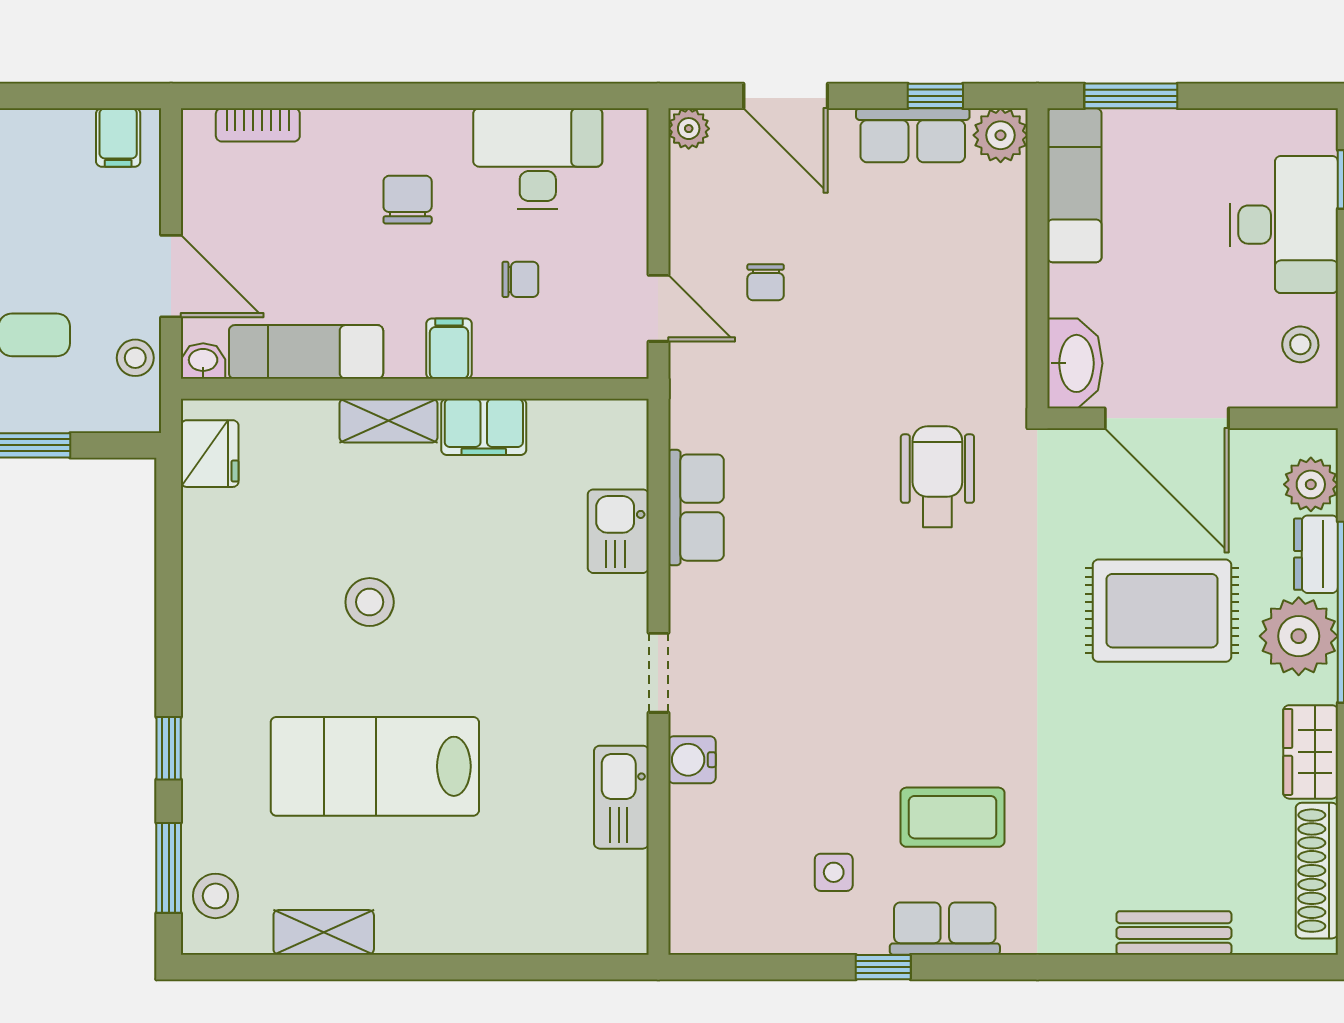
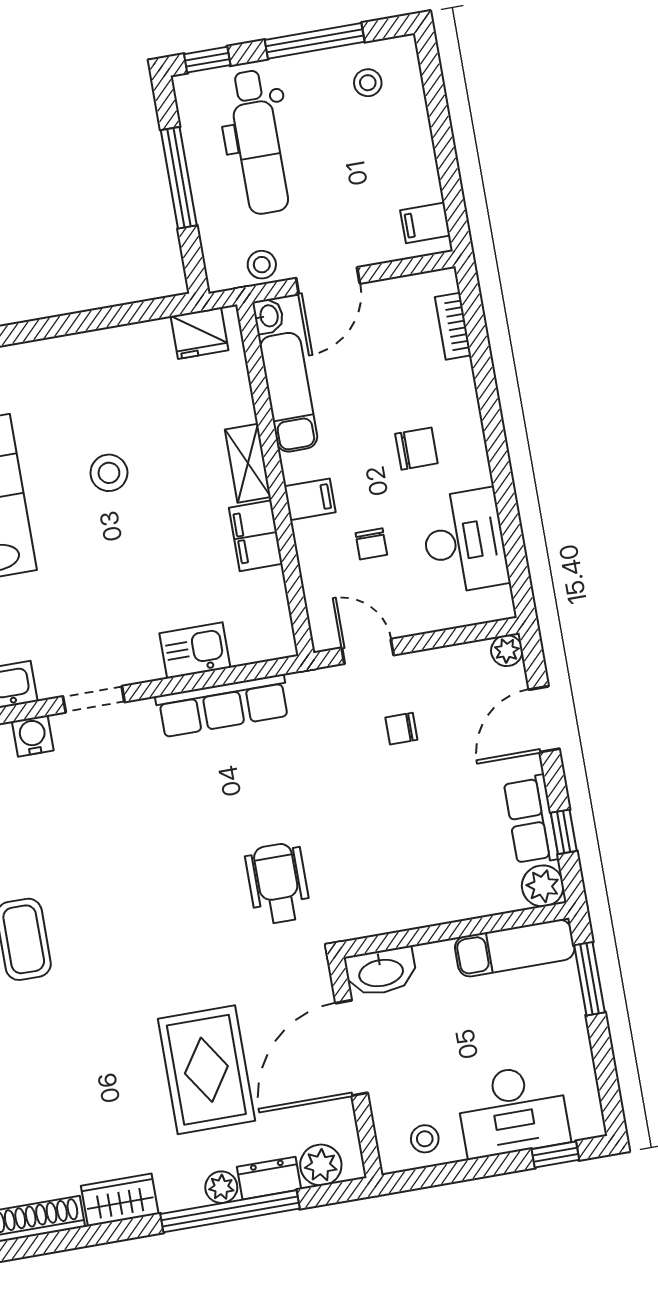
door: (658, 308) -> (368, 651), swing flipped
wheelchair: (937, 477) -> (278, 883), turned -90
row of seats: (696, 508) -> (223, 706), width x1.48
plant: (1299, 636) -> (221, 1187), width x0.53, depth x0.53

